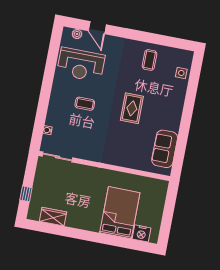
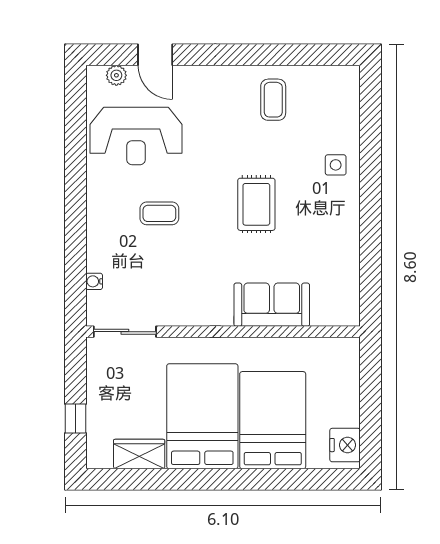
side table: (181, 73) -> (336, 165), moved
sofa: (165, 149) -> (272, 305), moved, turned 90
bed: (87, 204) -> (202, 416), added
nightstand: (141, 233) -> (345, 445), moved, turned -90

